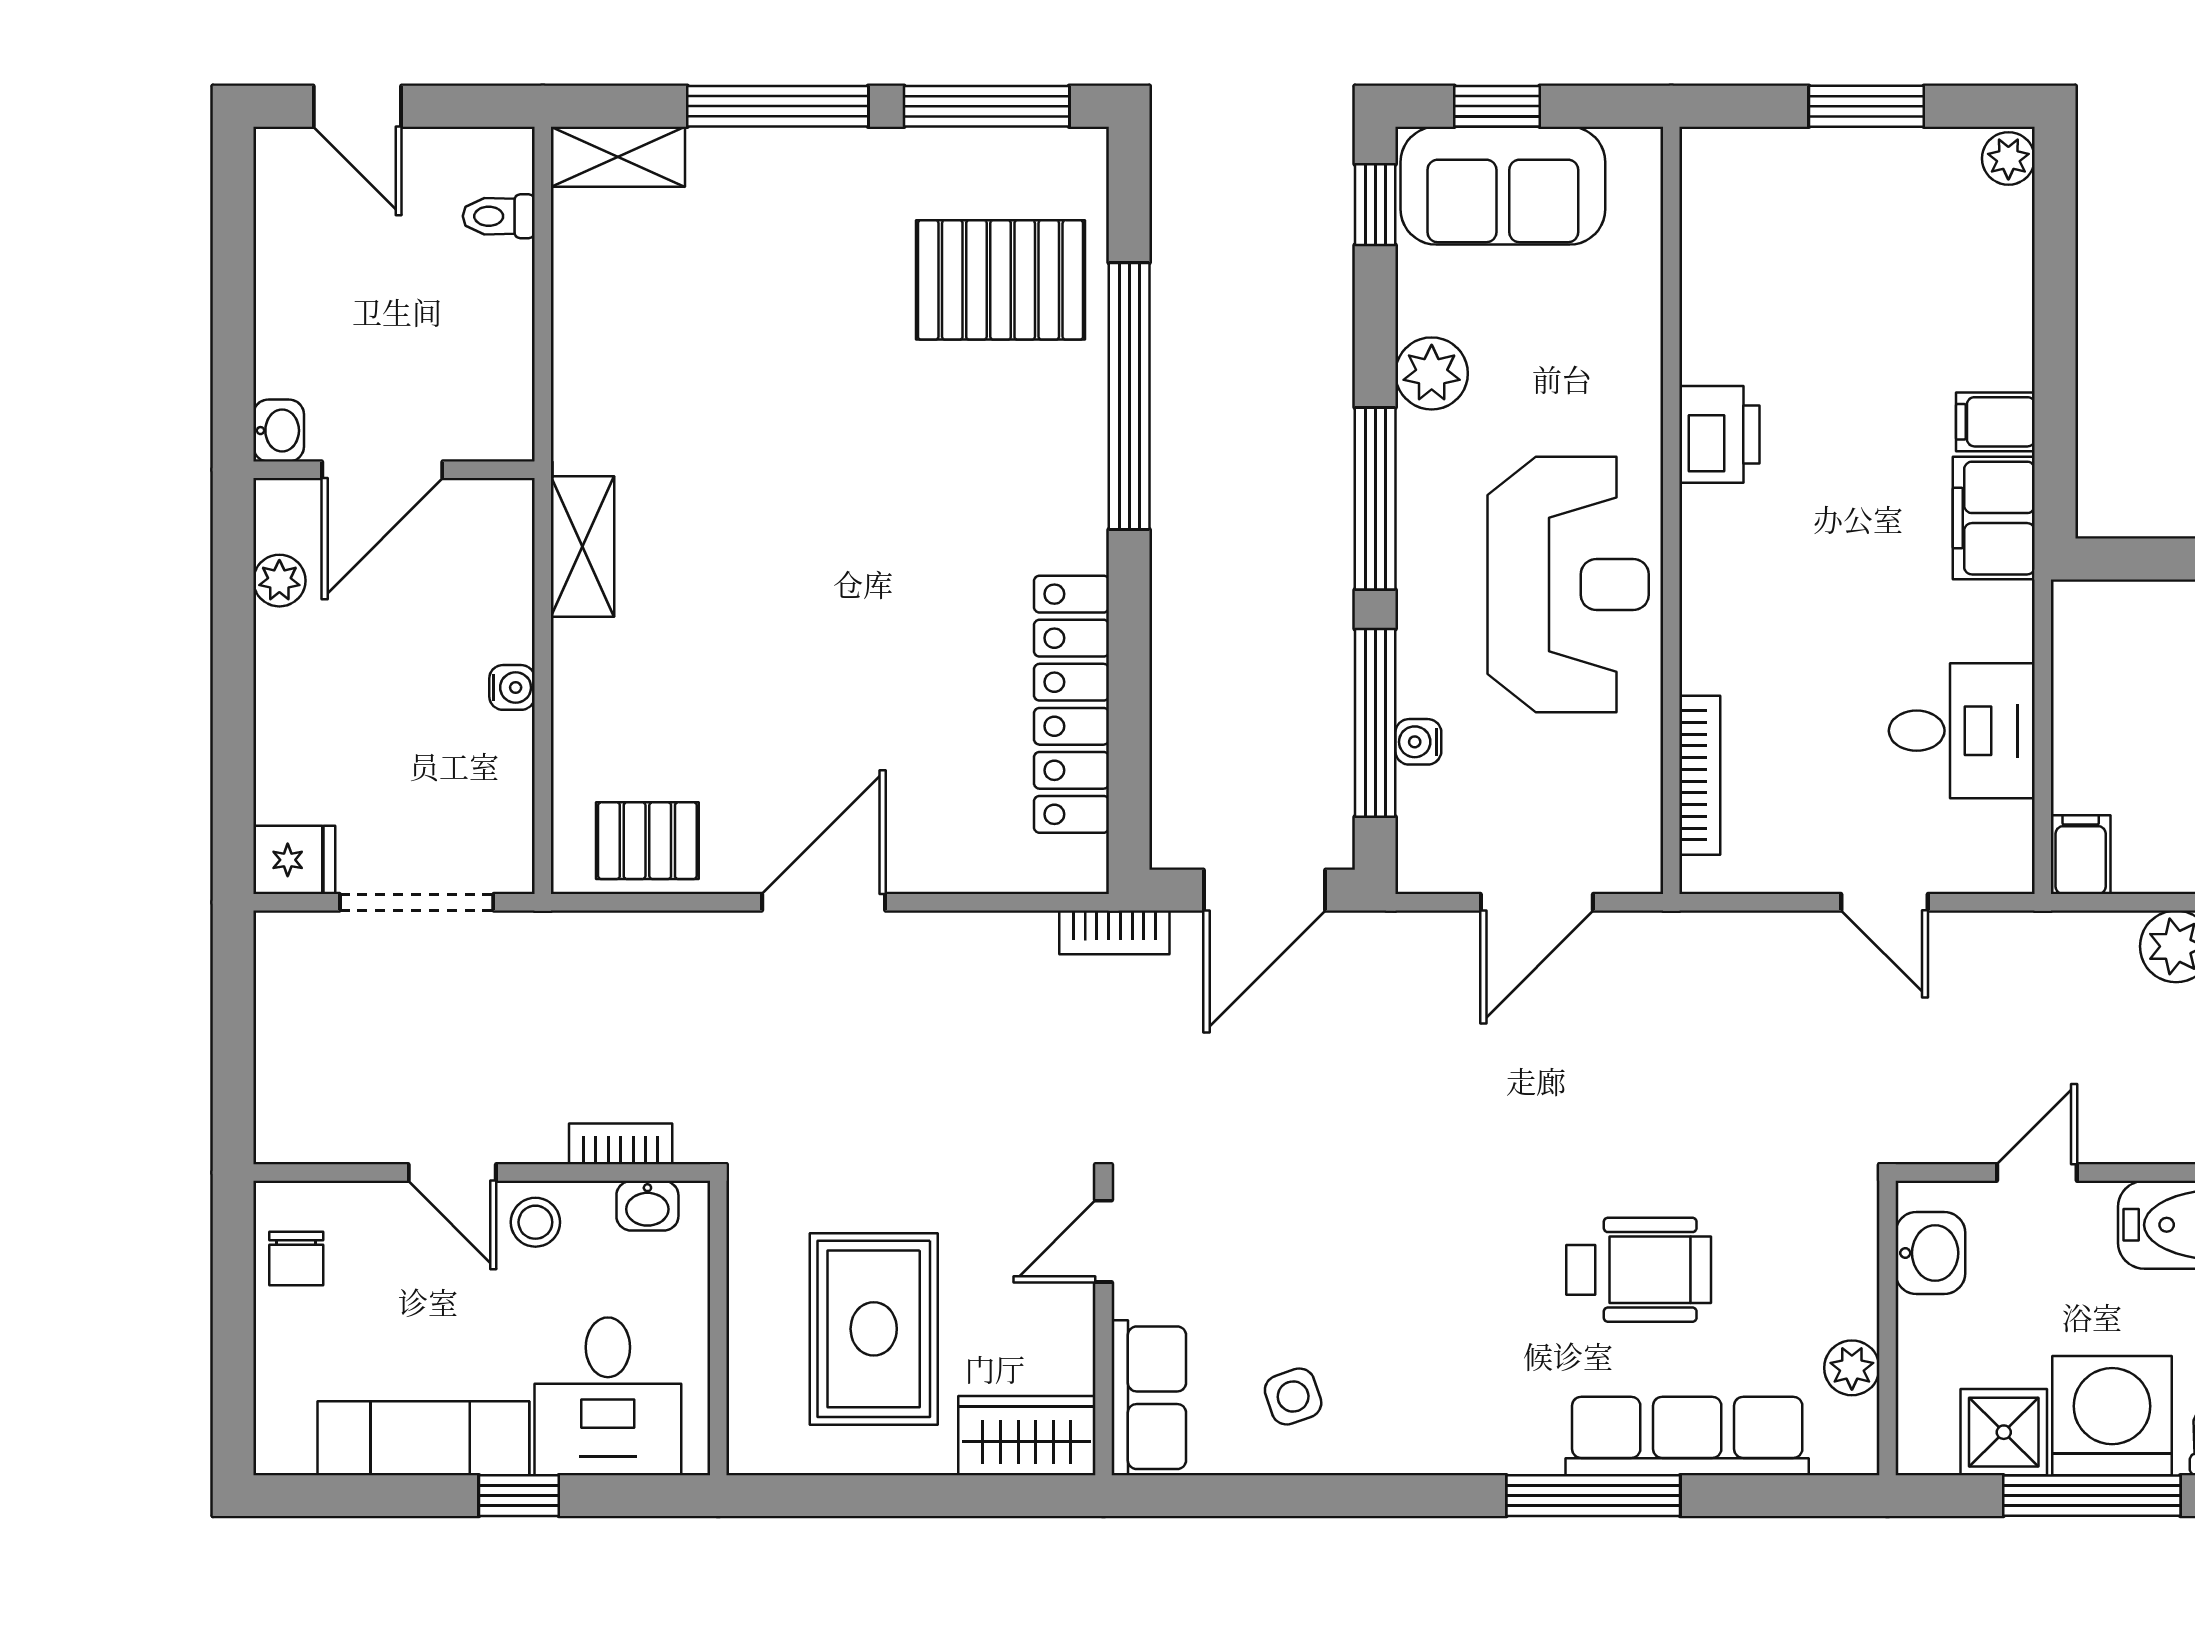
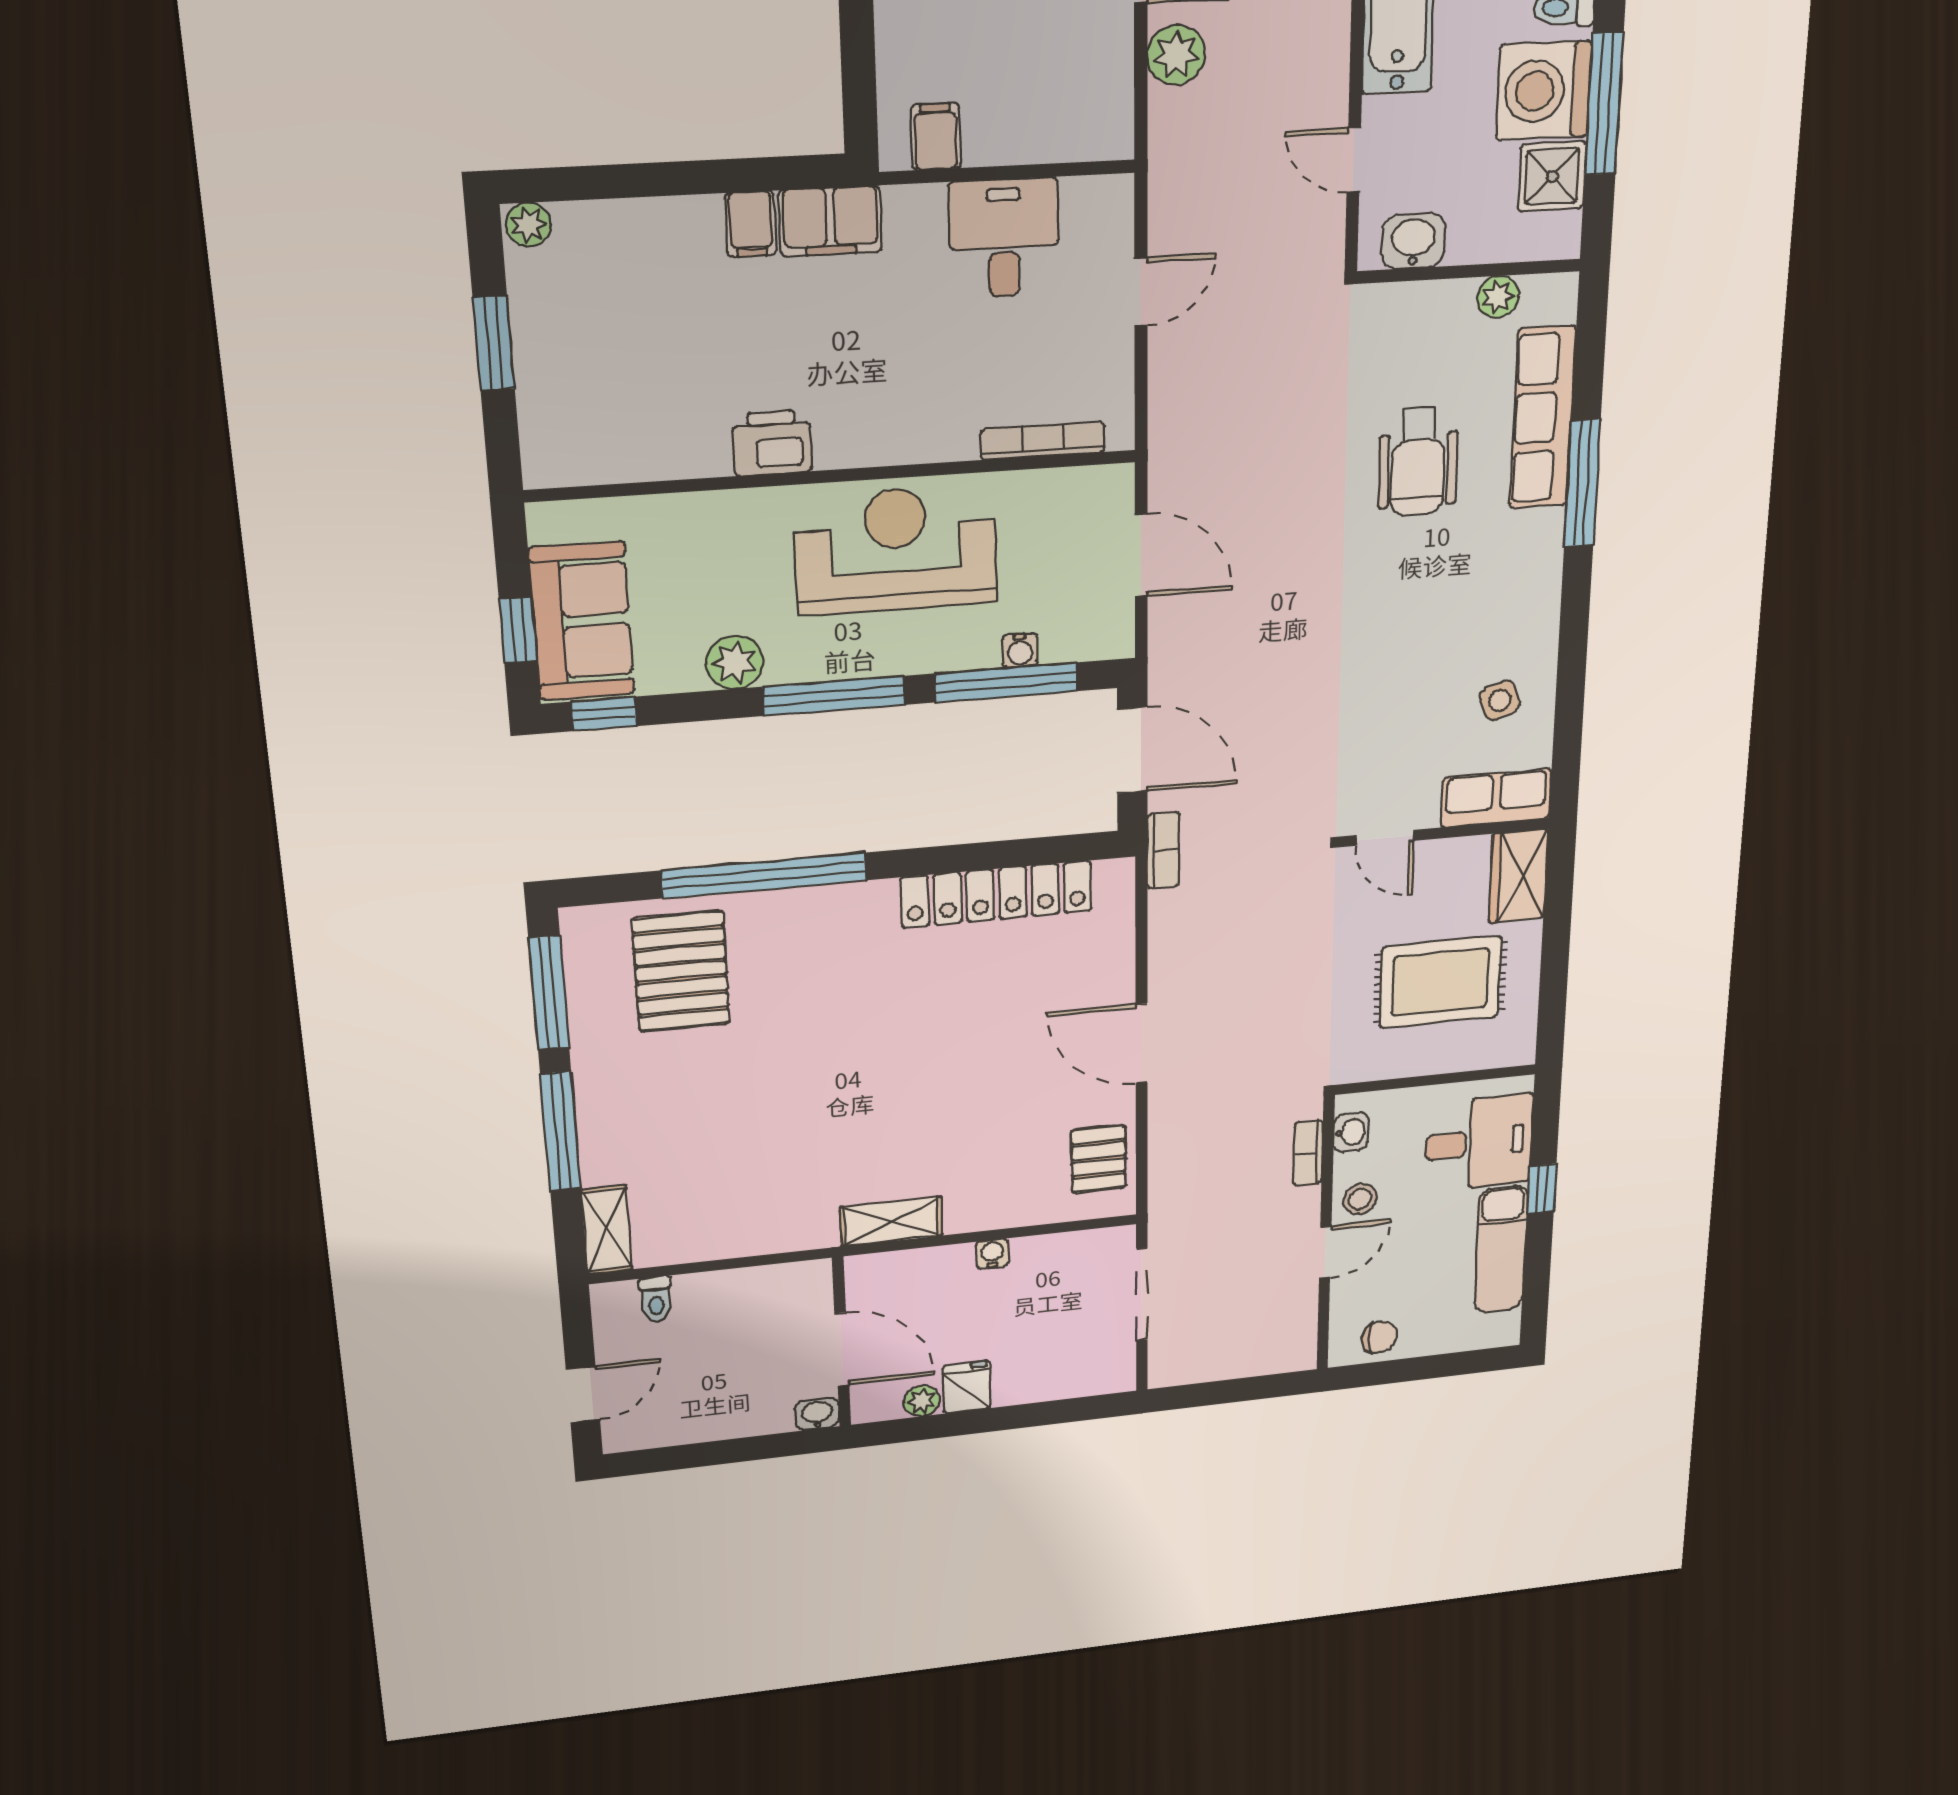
filing cabinet: (2081, 855) -> (936, 137), moved, turned 90
fridge: (294, 860) -> (967, 1387), moved
wheelchair: (1639, 1270) -> (1418, 461), turned 180

